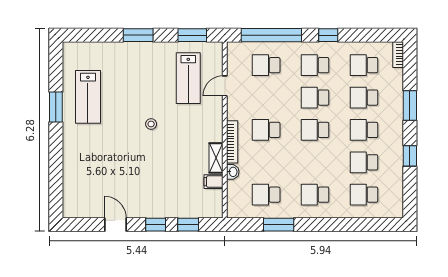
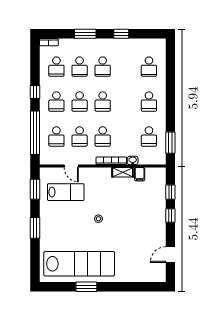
lab bench: (88, 97) -> (79, 264), width x1.86, depth x1.39
school desk: (364, 162) -> (80, 136), moved
door: (115, 225) -> (170, 255), moved
window: (279, 225) -> (170, 143), moved

